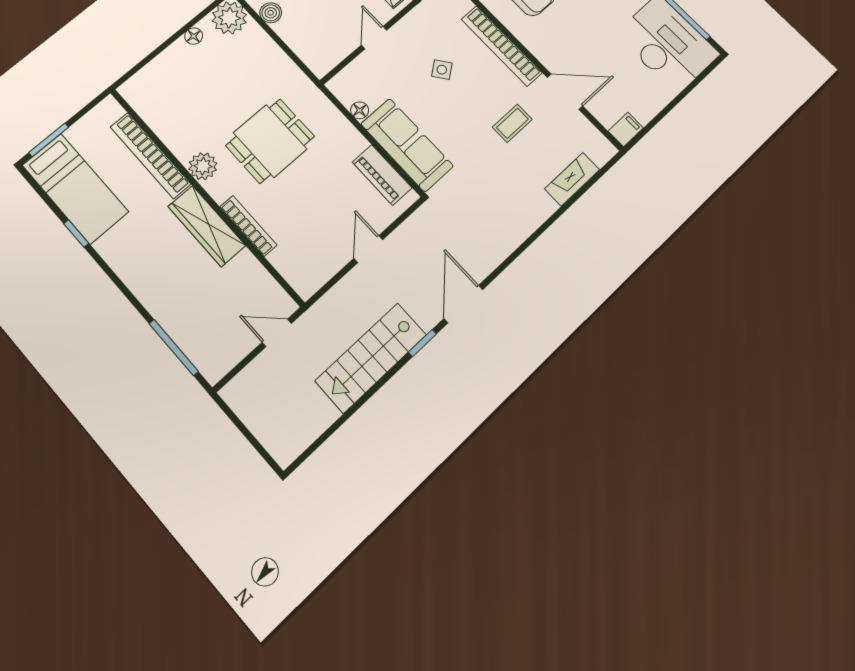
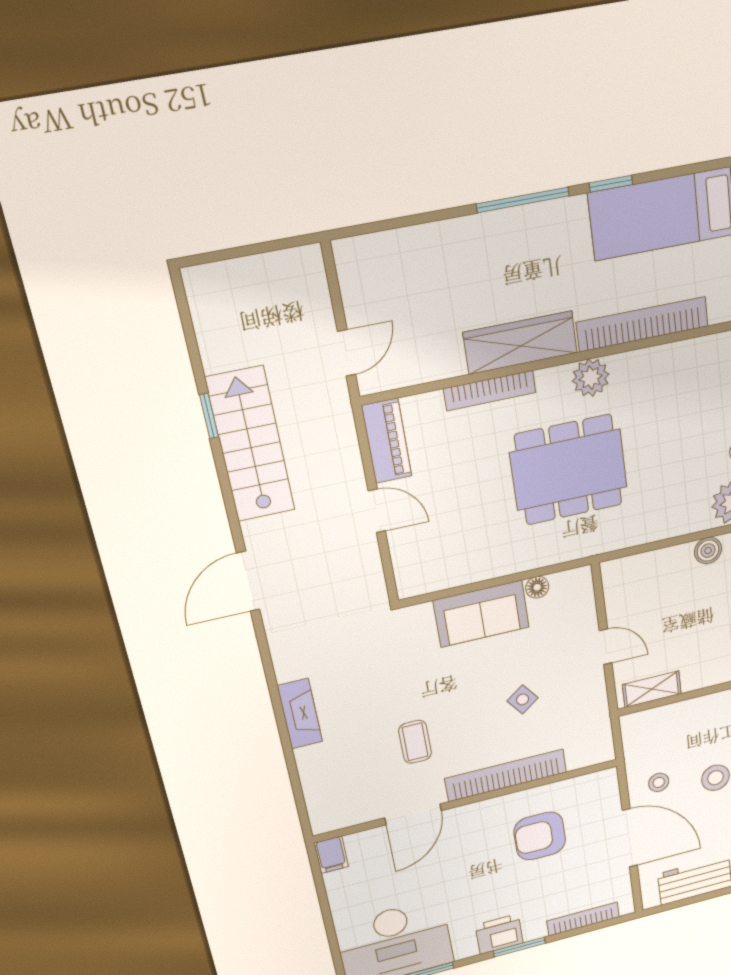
dining table: (270, 141) -> (569, 470), width x1.37
sofa: (407, 145) -> (481, 614), width x0.73
piano: (382, 175) -> (387, 441), moved, turned 90
fireplace: (572, 179) -> (300, 714), moved
door: (463, 304) -> (248, 581), swing flipped
window: (422, 343) -> (209, 416), moved
window: (174, 348) -> (523, 200), moved

